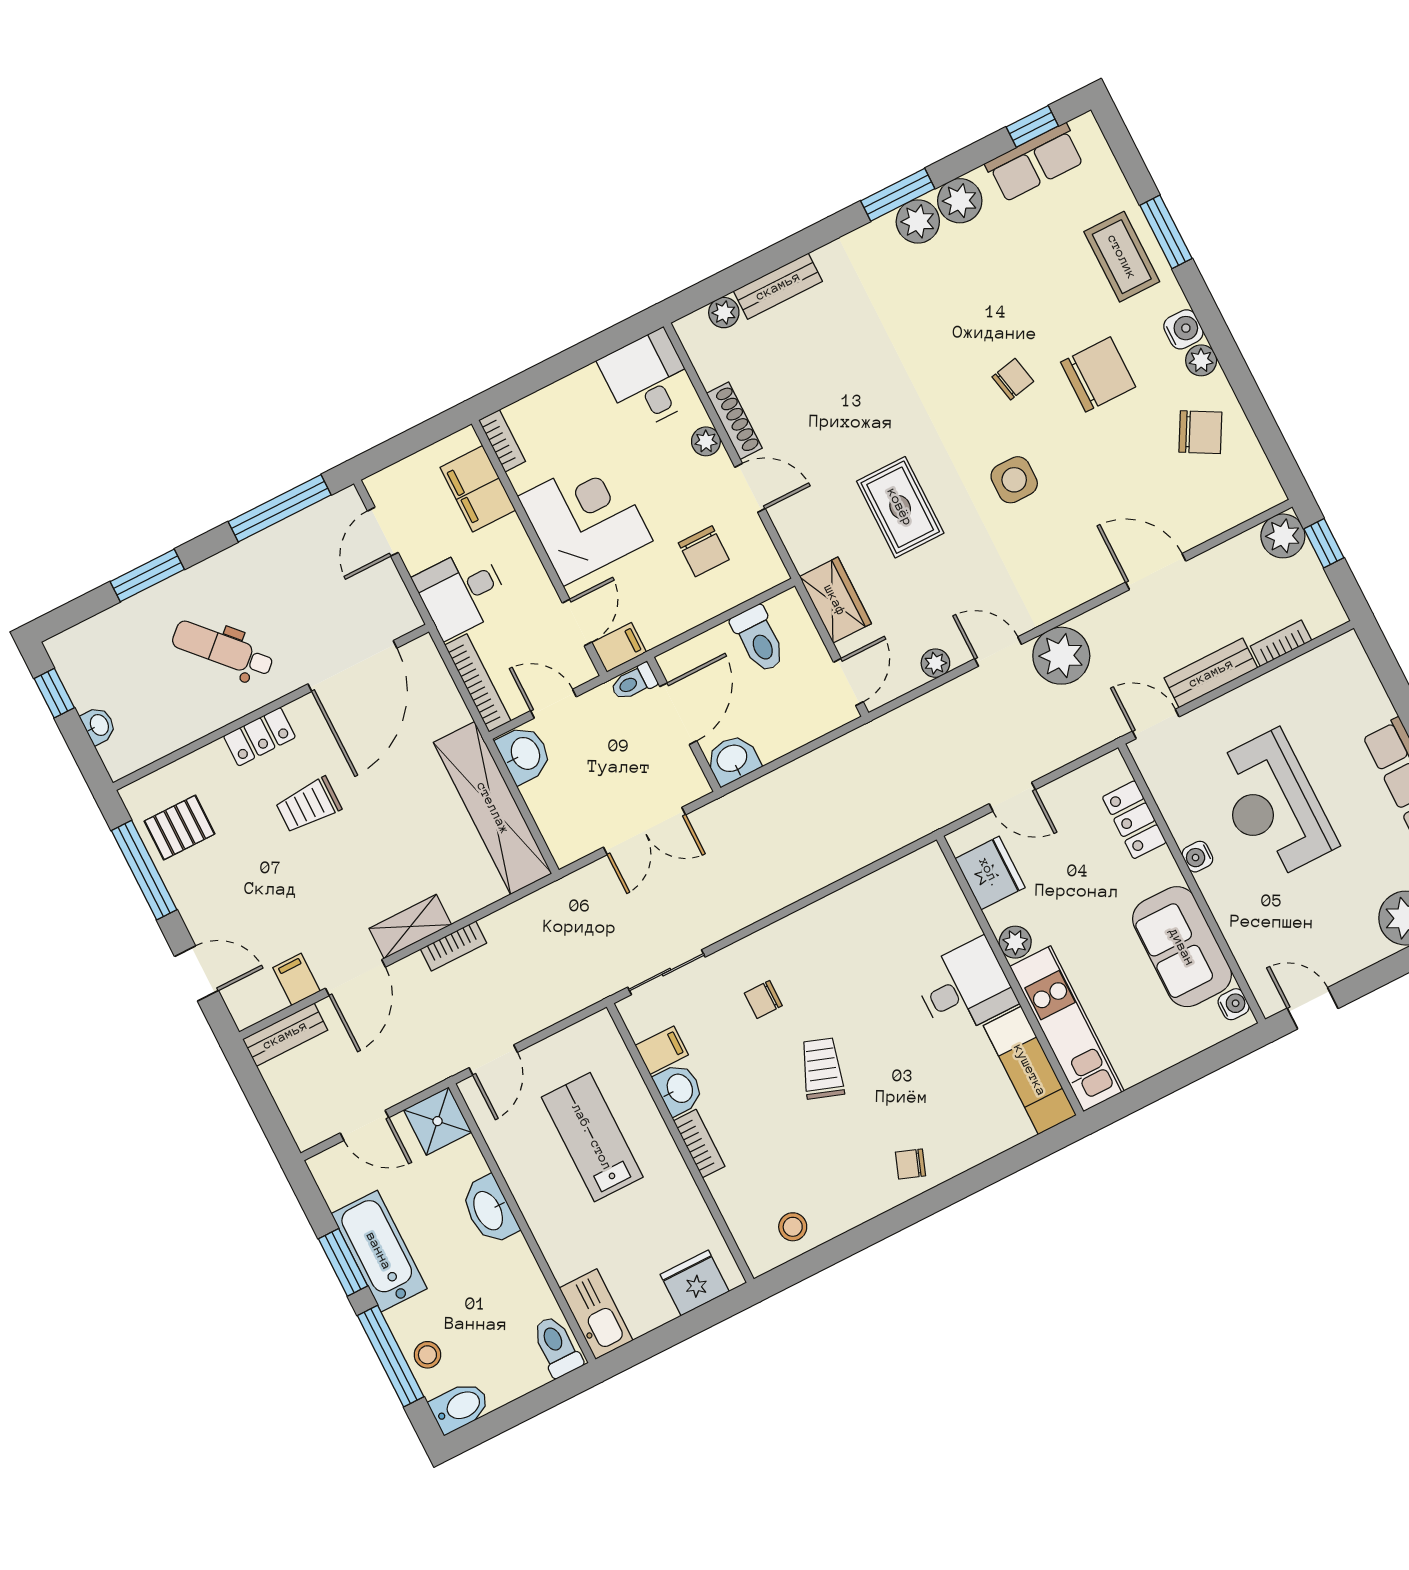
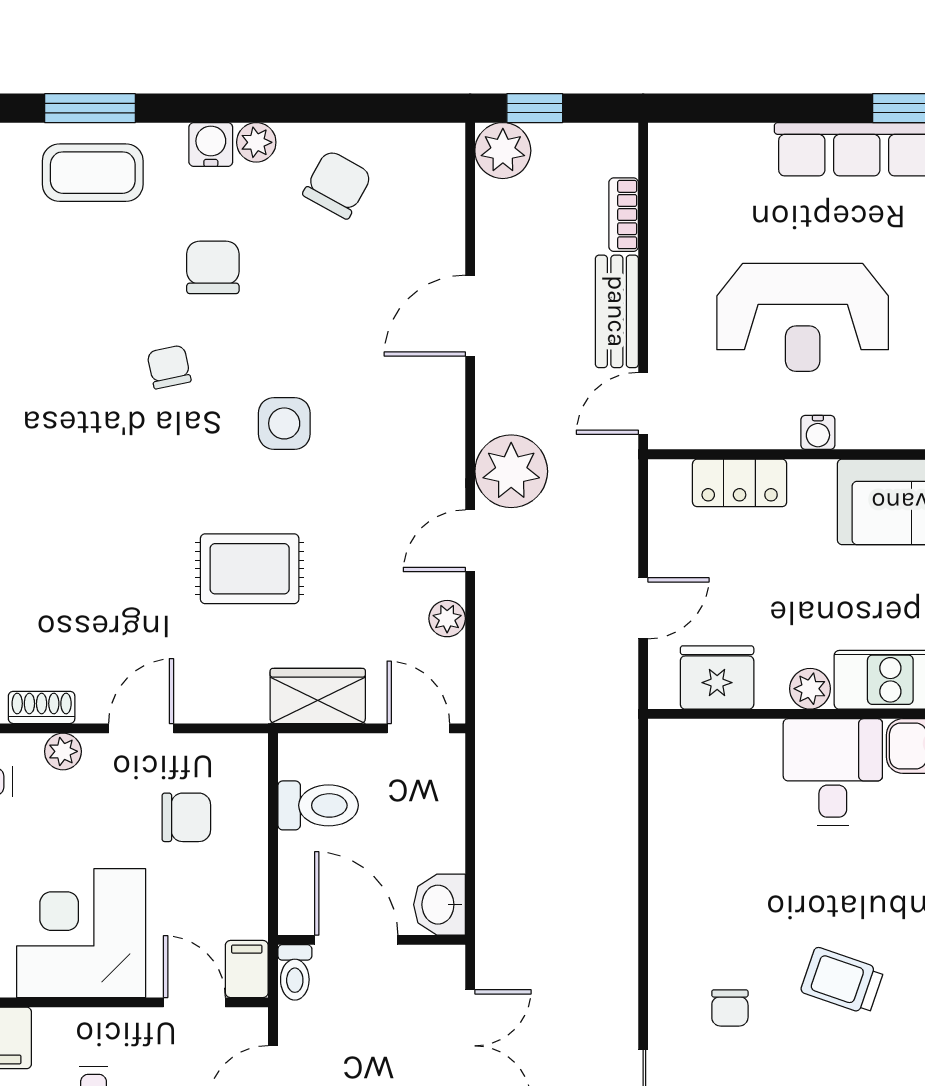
chair: (1098, 374) -> (213, 267), width x0.73, depth x0.73
shoe rack: (734, 421) -> (42, 707), width x0.70

